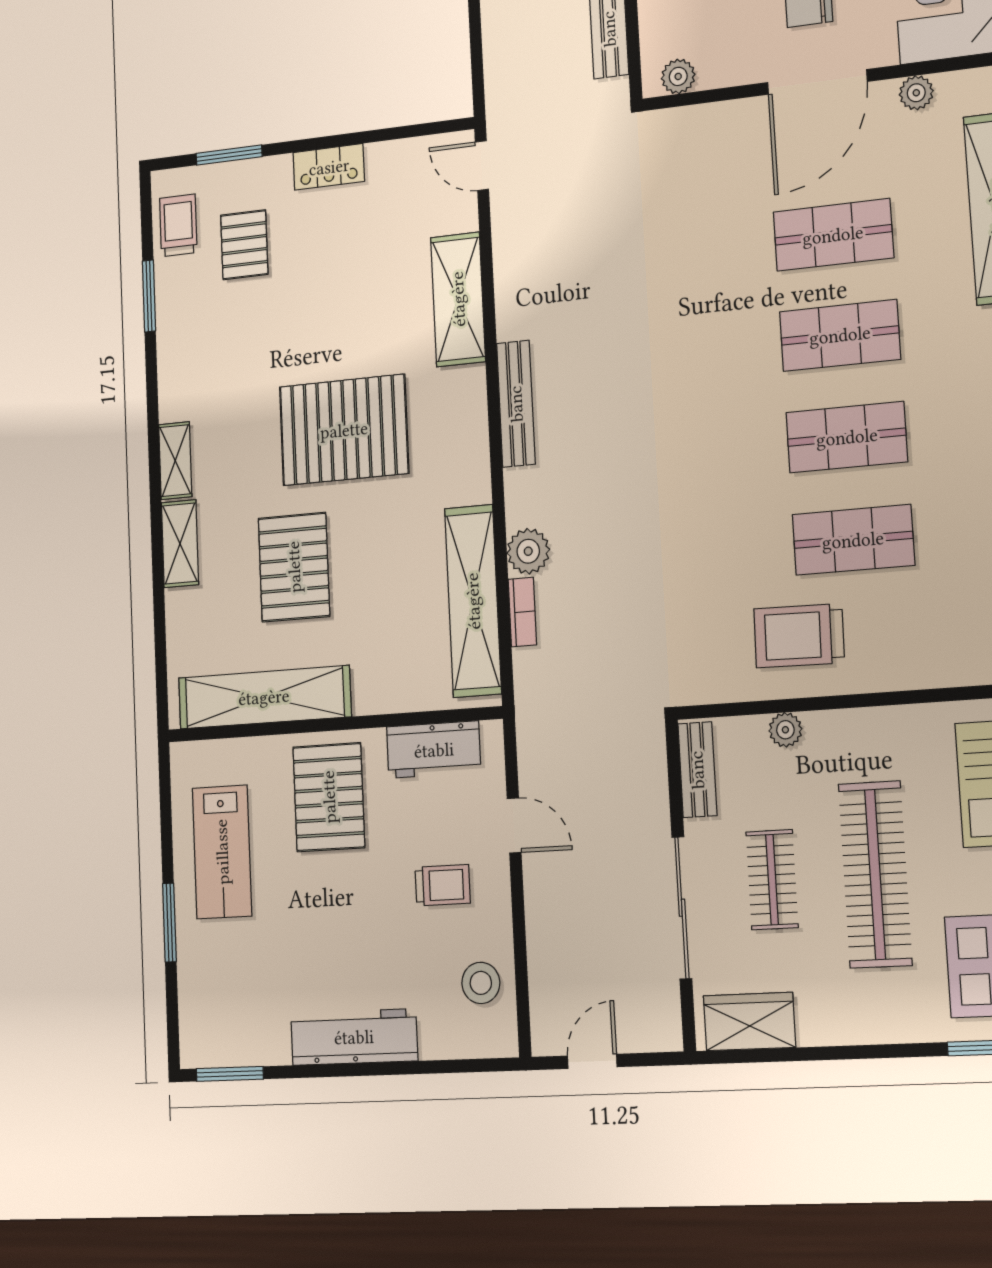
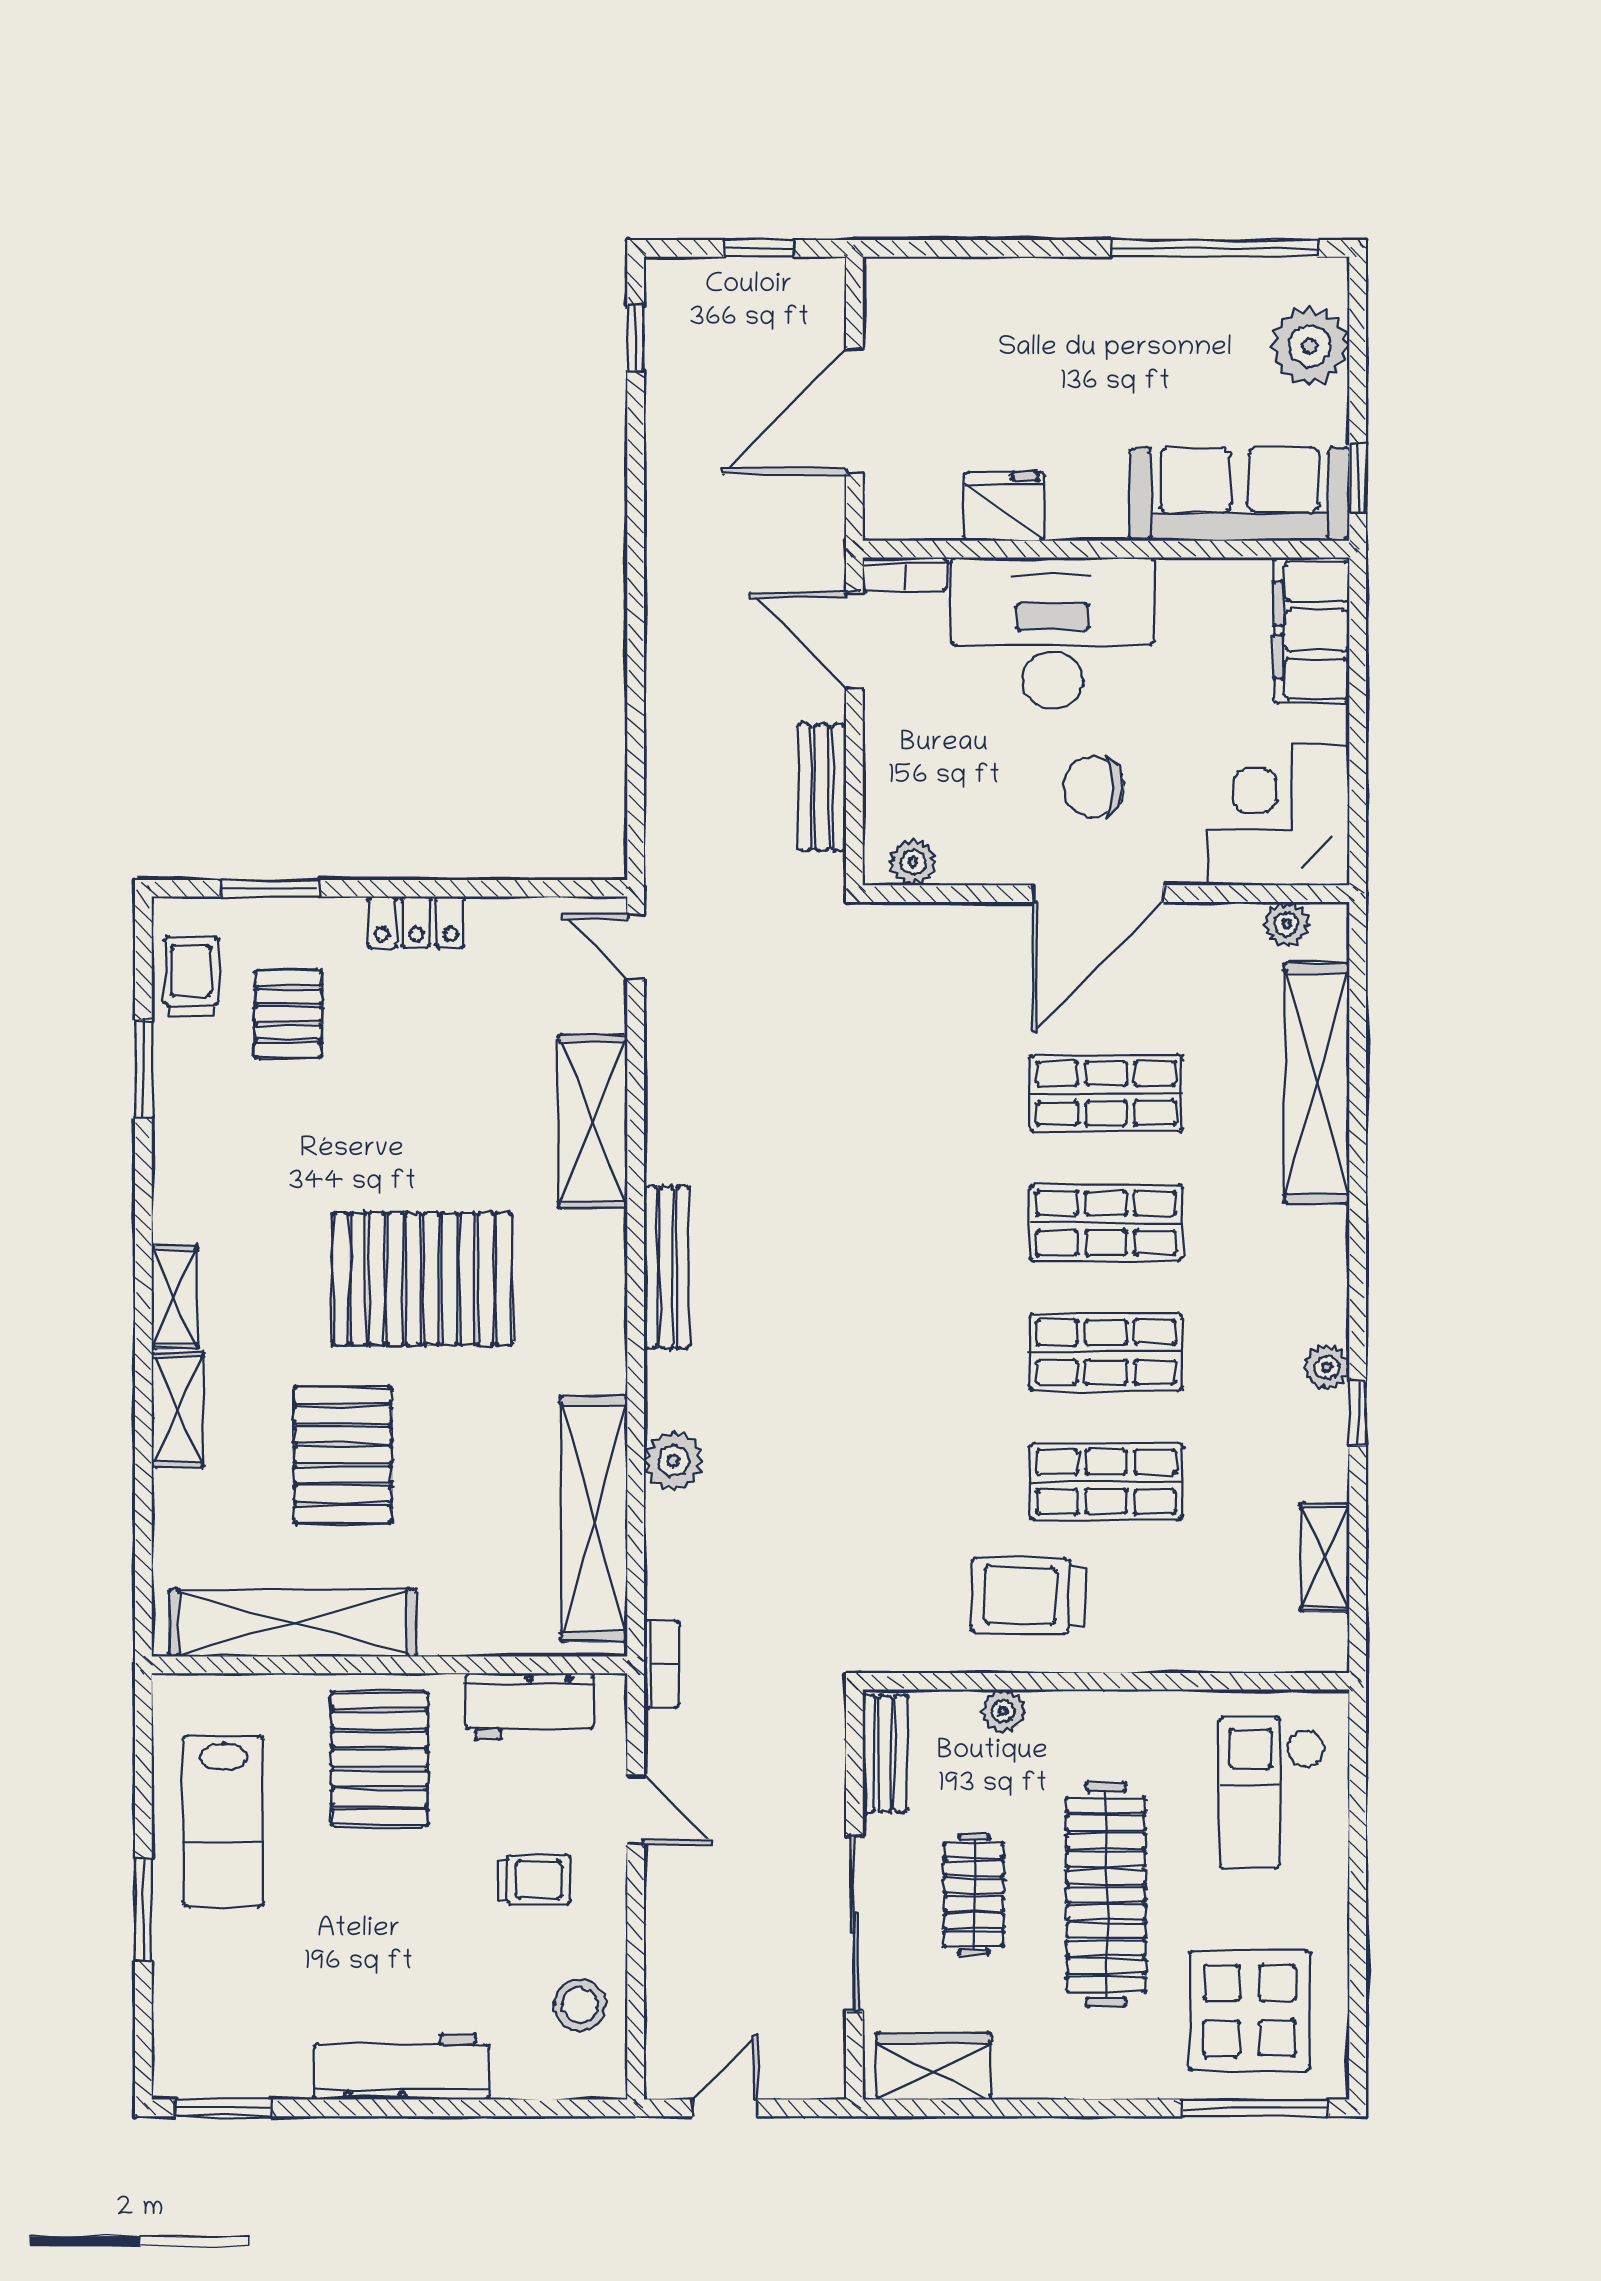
plant: (916, 93) -> (1287, 924), moved
bookcase: (522, 612) -> (661, 1664), moved

